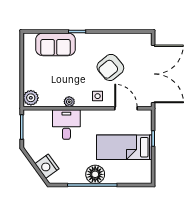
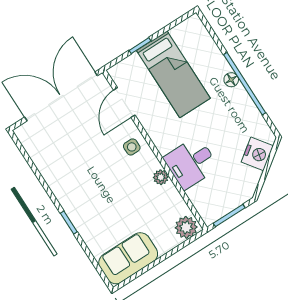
sofa: (55, 44) -> (128, 258), moved, turned -90
armchair: (110, 67) -> (87, 154), removed
floor lamp: (95, 174) -> (231, 80), width x0.53, depth x0.53

